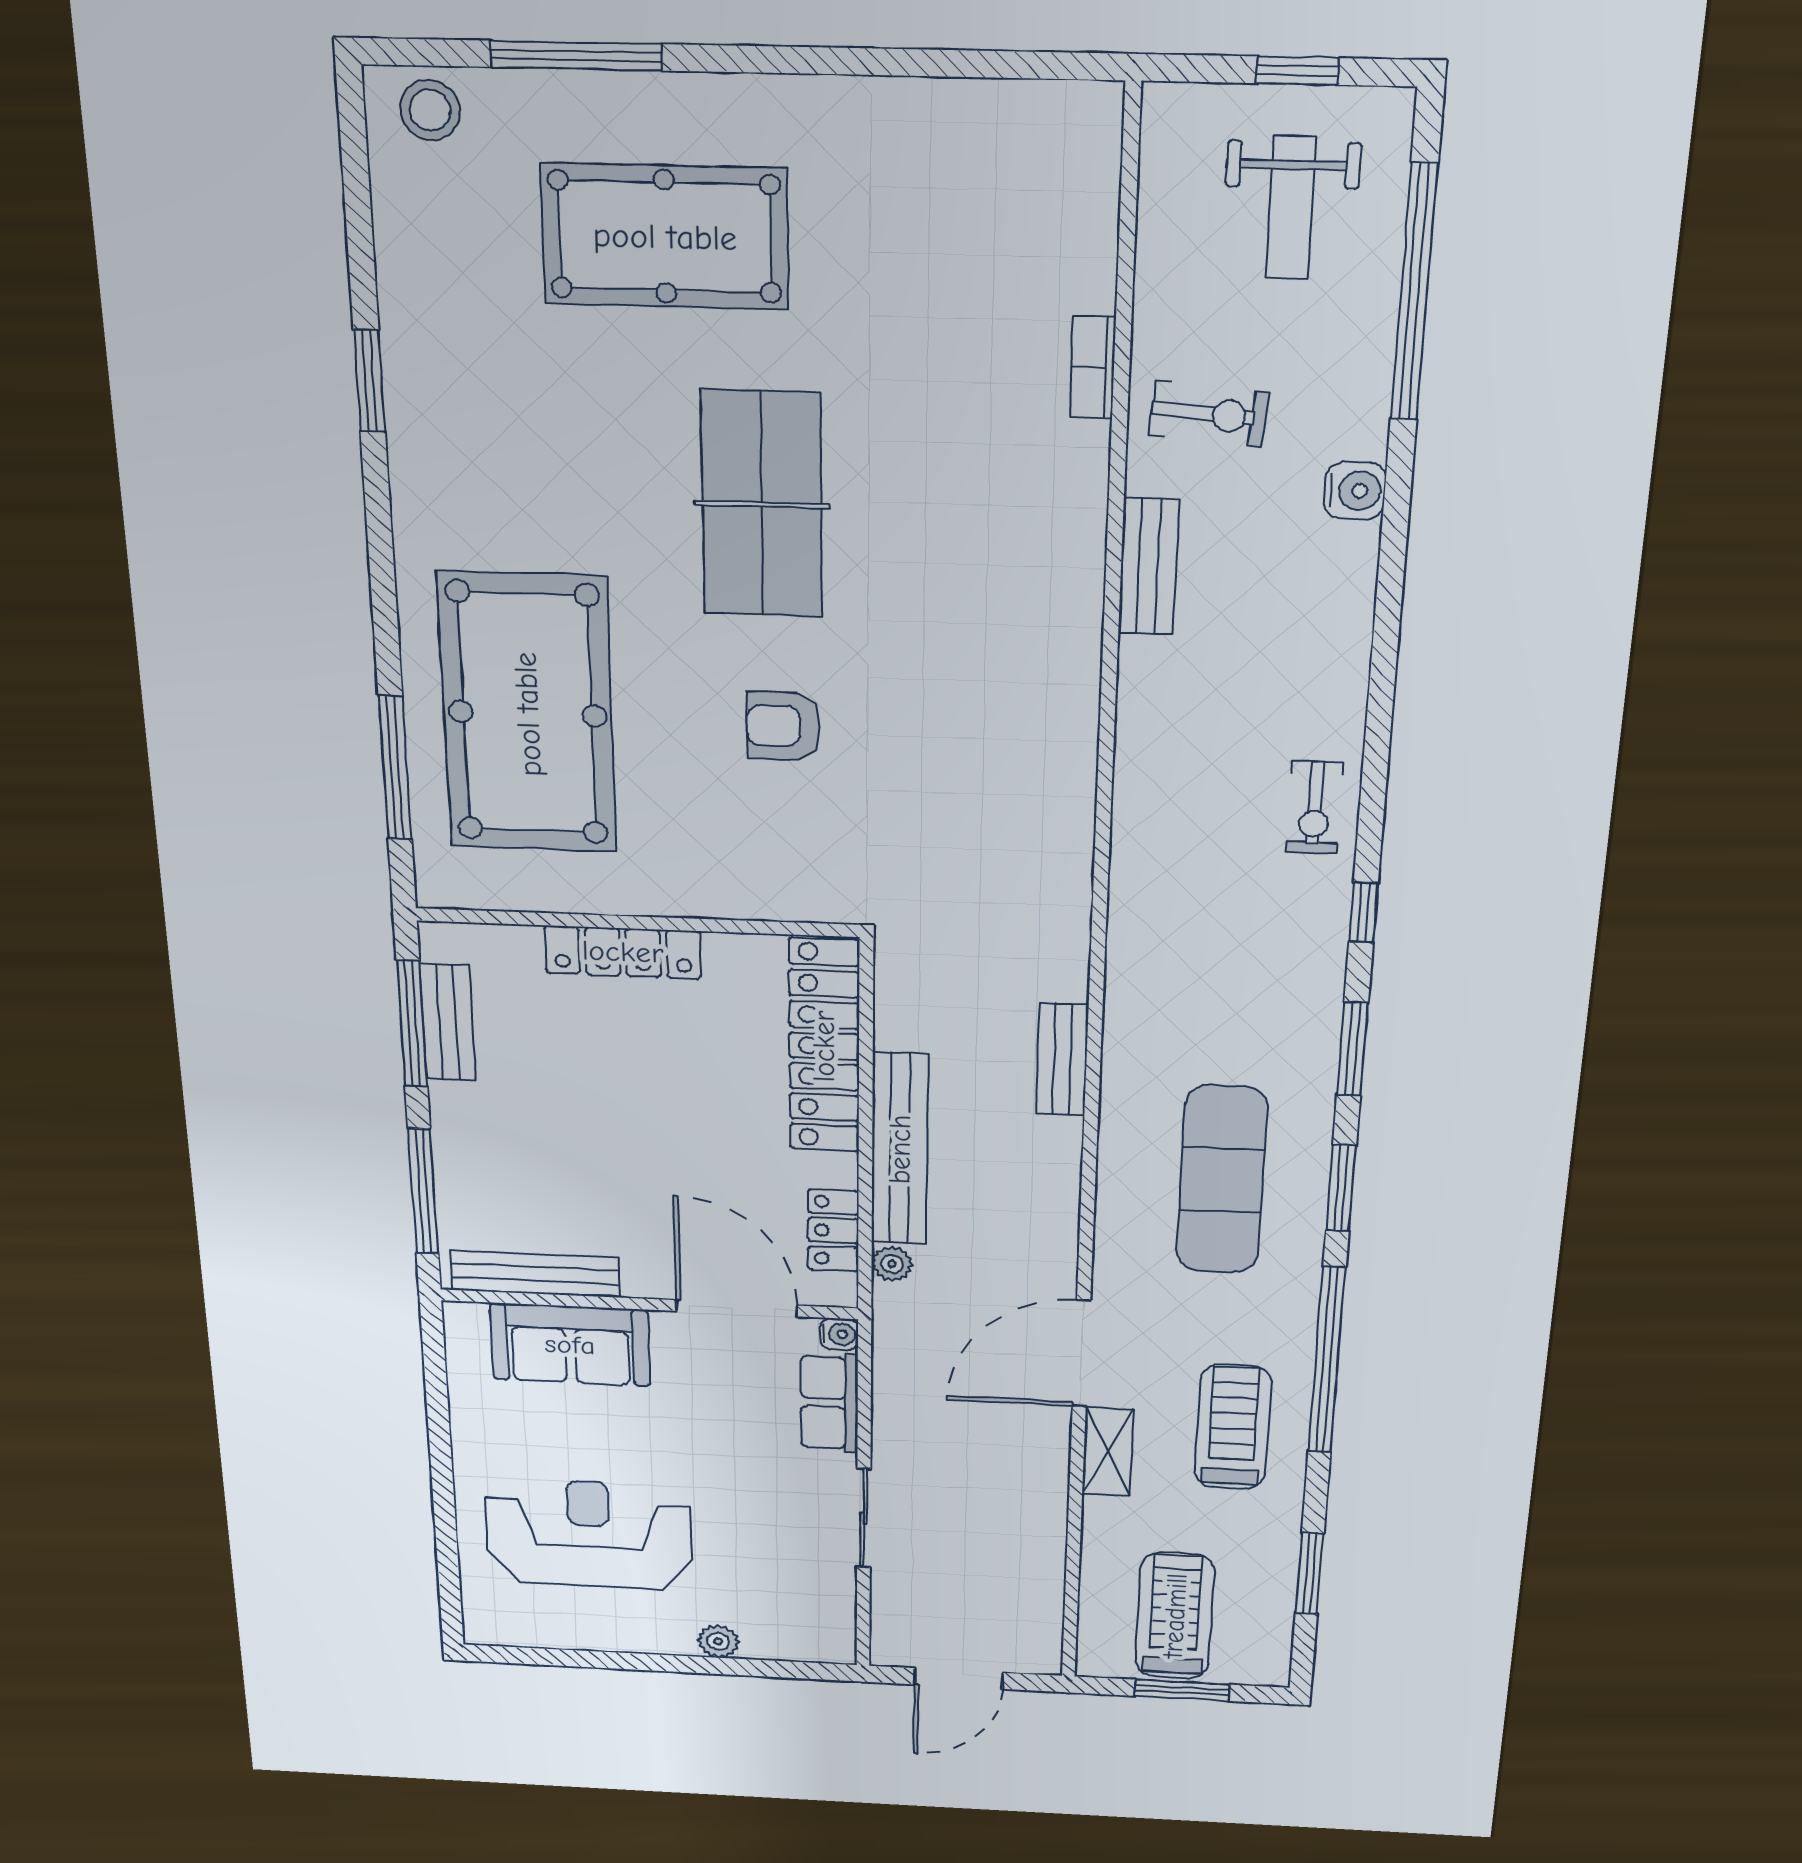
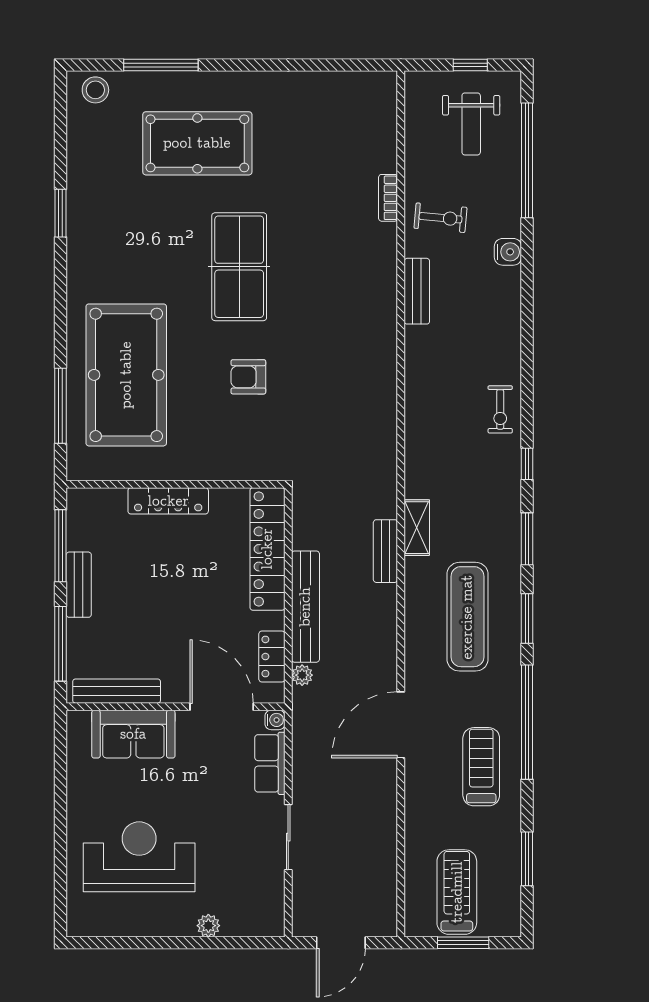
bench: (448, 1022) -> (79, 585), moved
shelving: (1108, 1452) -> (417, 528), moved

